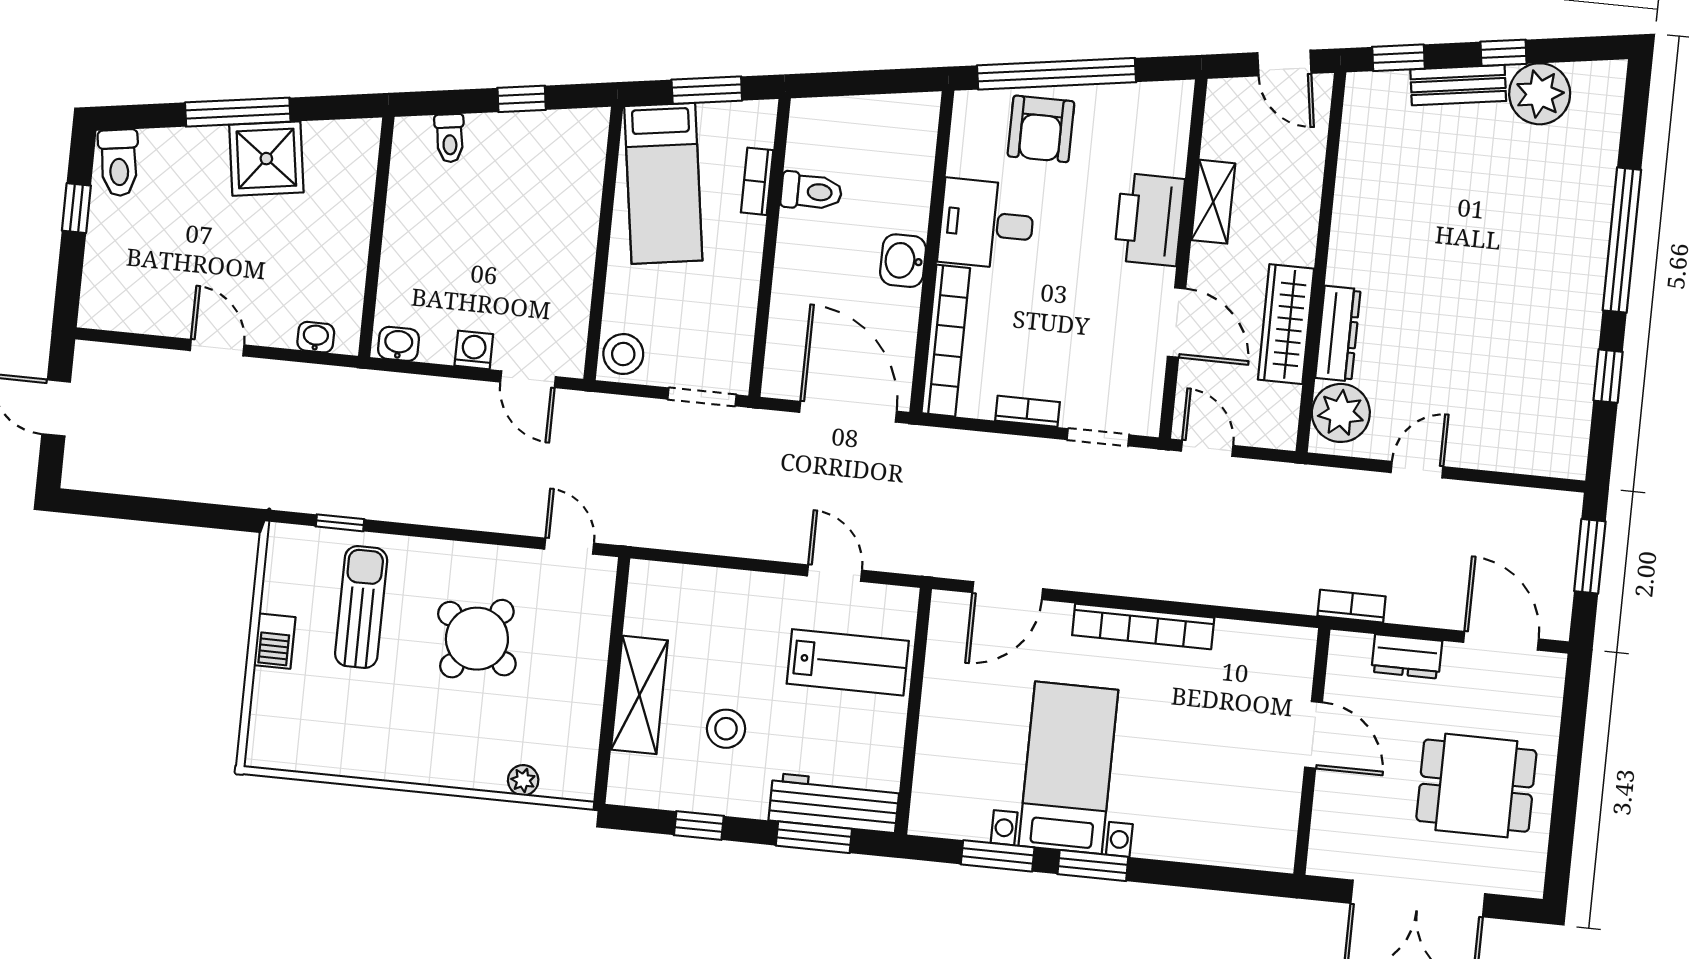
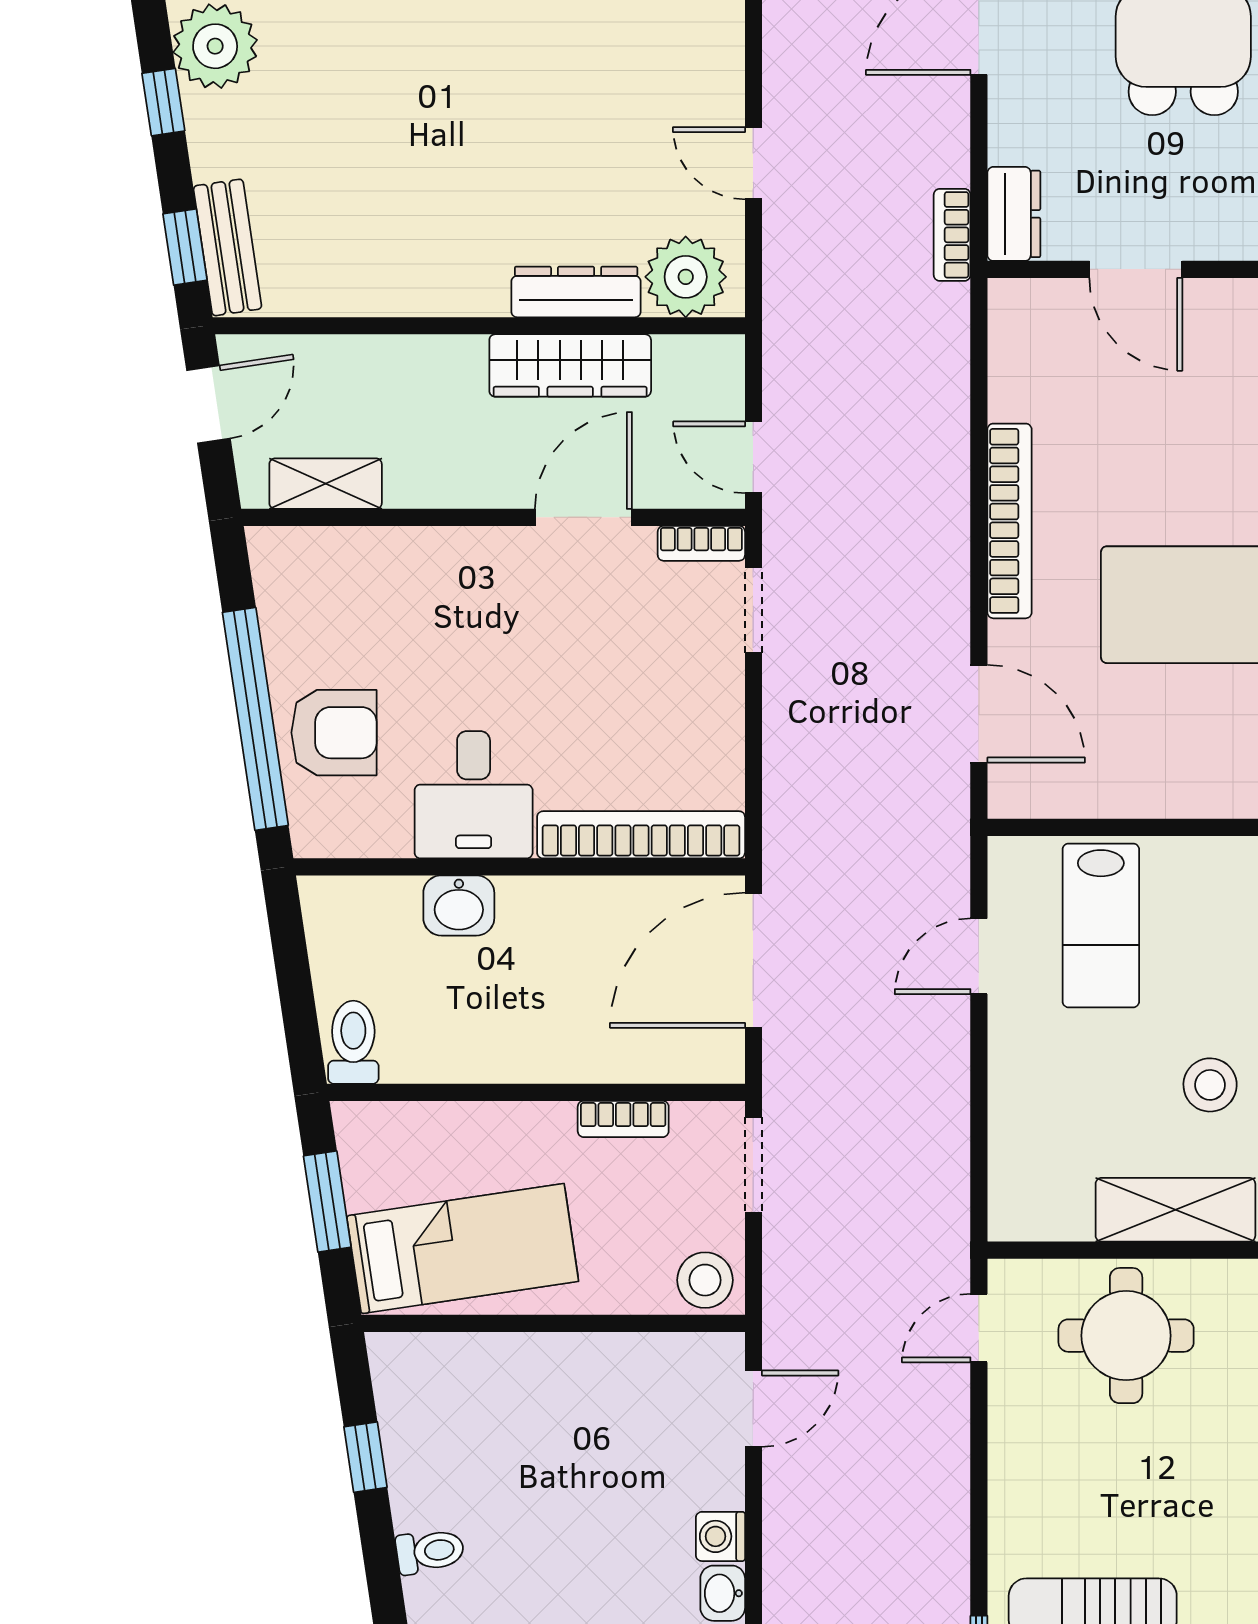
bench: (1458, 85) -> (228, 247), moved
bookcase: (757, 181) -> (623, 1119), moved
toilet: (811, 191) -> (353, 1042), moved
shelving: (1213, 202) -> (326, 484), moved
printer: (1149, 220) -> (444, 570), removed
washbasin: (903, 261) -> (459, 905), moved
washing machine: (474, 350) -> (720, 1536), moved
bookcase: (1027, 411) -> (701, 543), moved, turned -90
door: (1207, 448) -> (753, 457), hinge flipped
round table: (477, 639) -> (1126, 1336), moved, turned -37
dresser: (1407, 656) -> (1014, 214), moved
lab bench: (848, 662) -> (1101, 925), turned 180
door: (1314, 735) -> (1136, 269), swing flipped

